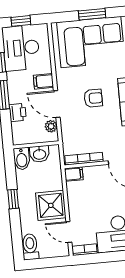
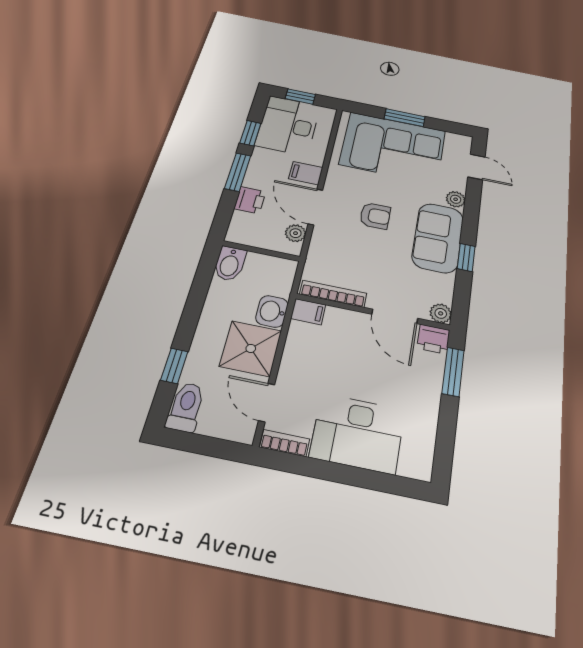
washbasin: (39, 154) -> (272, 311), moved, turned 90
window: (13, 199) -> (174, 366), moved

